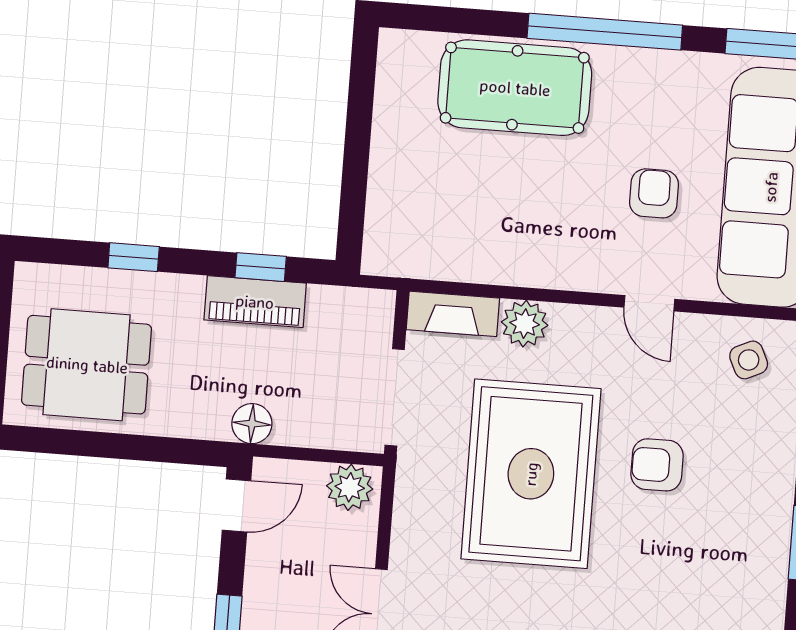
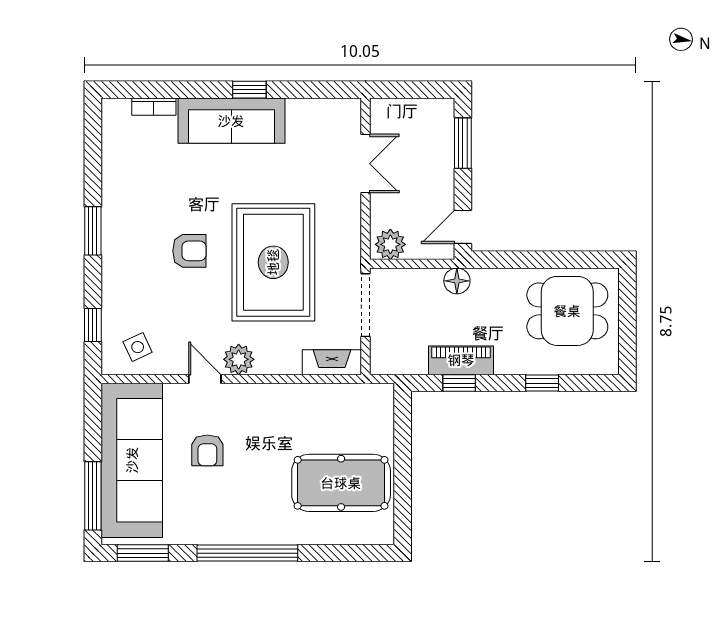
pool table: (515, 88) -> (341, 483), moved
plant: (525, 324) -> (239, 359), moved
armchair: (657, 465) -> (189, 251), moved

